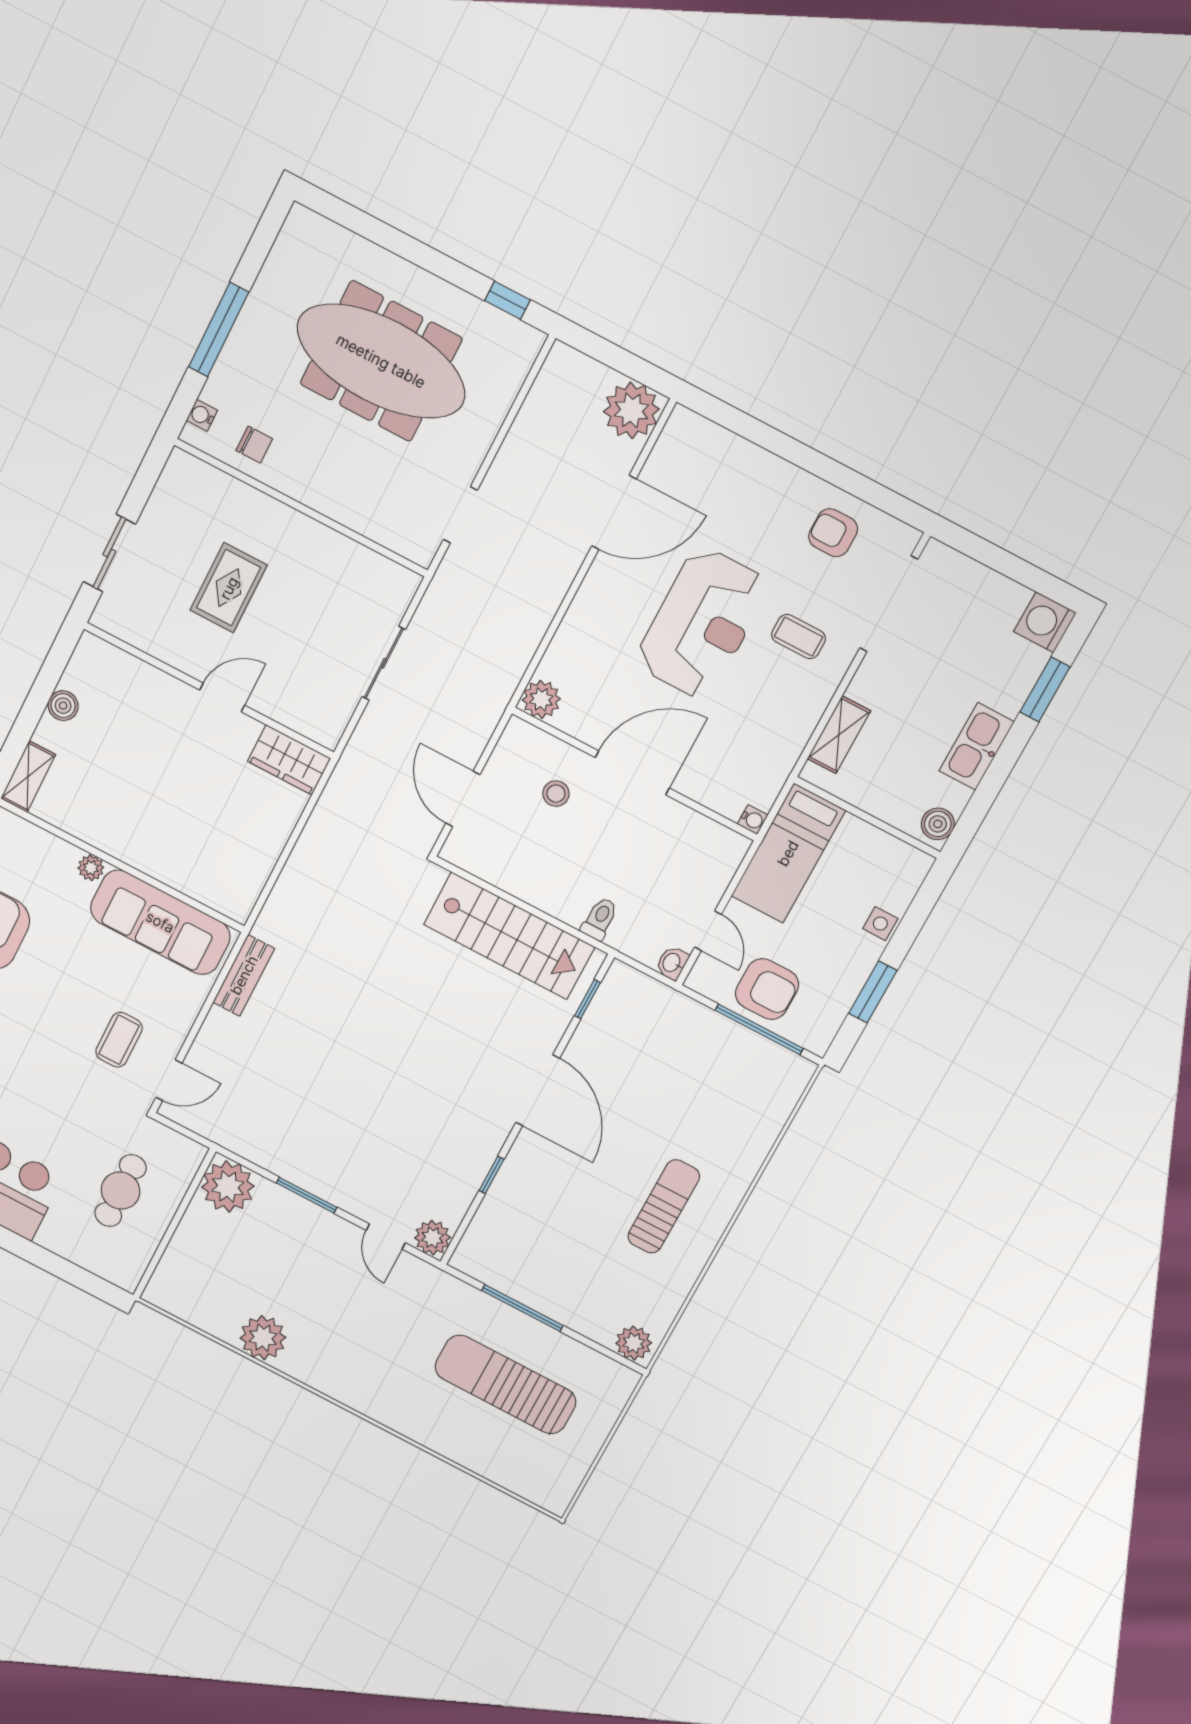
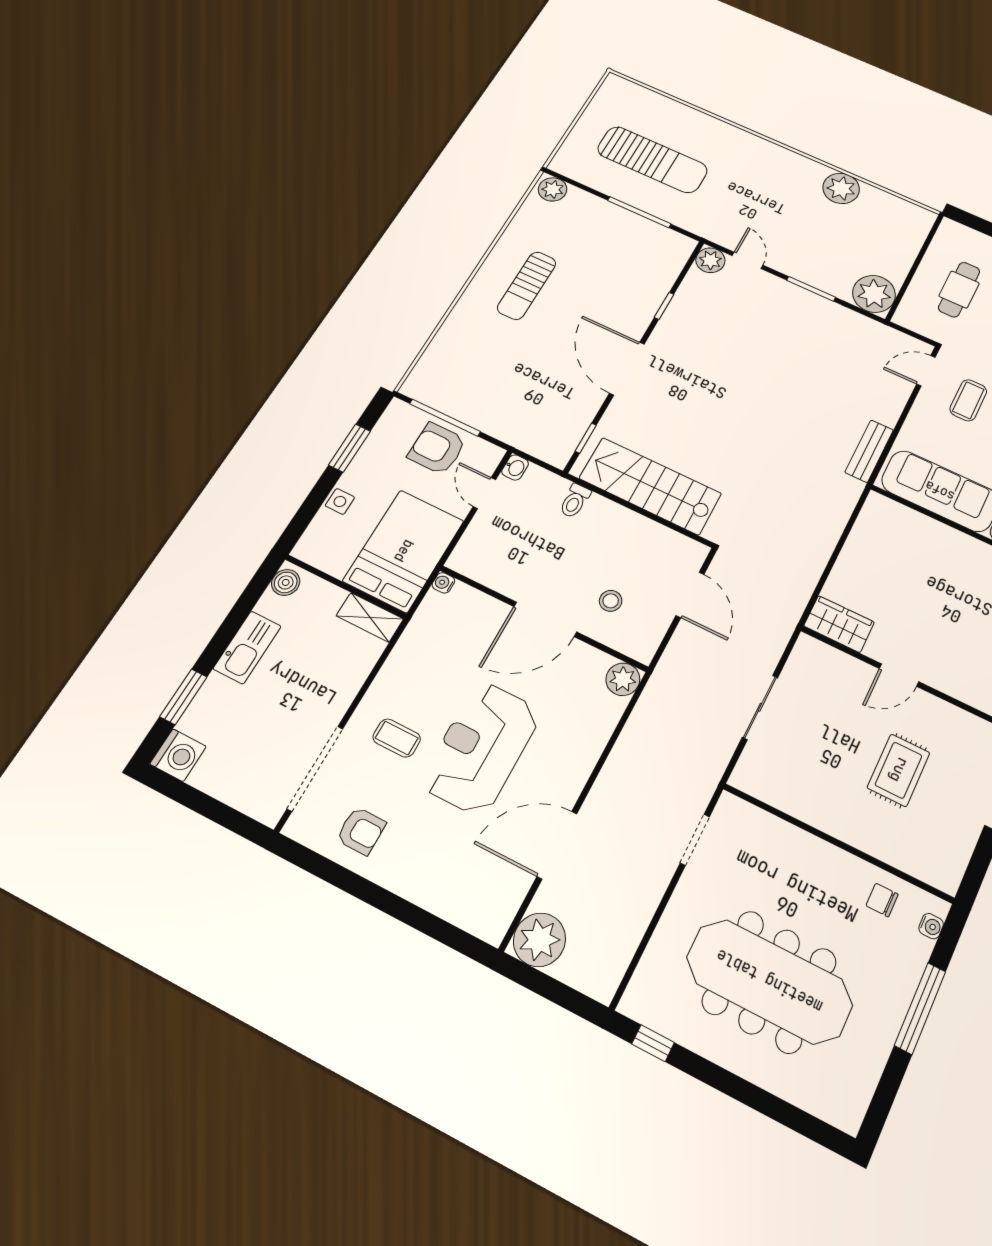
shelving: (839, 735) -> (370, 617), moved, turned 90
bed: (788, 853) -> (404, 551), width x1.50

